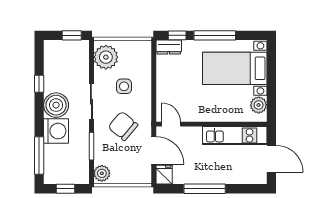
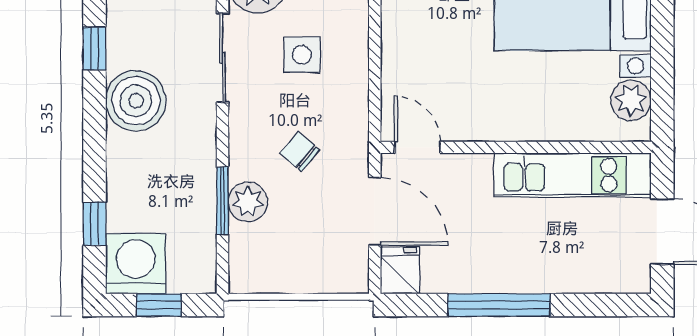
sliding door: (91, 102) -> (223, 58), moved
chair: (123, 126) -> (300, 152), width x0.54, depth x0.54
washing machine: (56, 131) -> (136, 264), moved, turned -90
window: (39, 155) -> (94, 224), width x0.46
plant: (102, 173) -> (248, 202), moved

